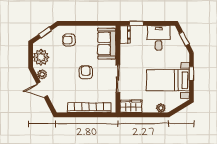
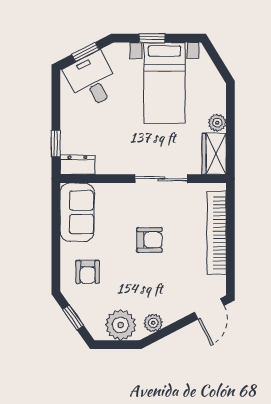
desk: (159, 38) -> (92, 80), moved, turned 63
sofa: (107, 44) -> (77, 212), moved, turned -90
armchair: (86, 72) -> (149, 240), turned 180
door: (42, 90) -> (209, 309), moved
plant: (161, 108) -> (217, 123), moved

